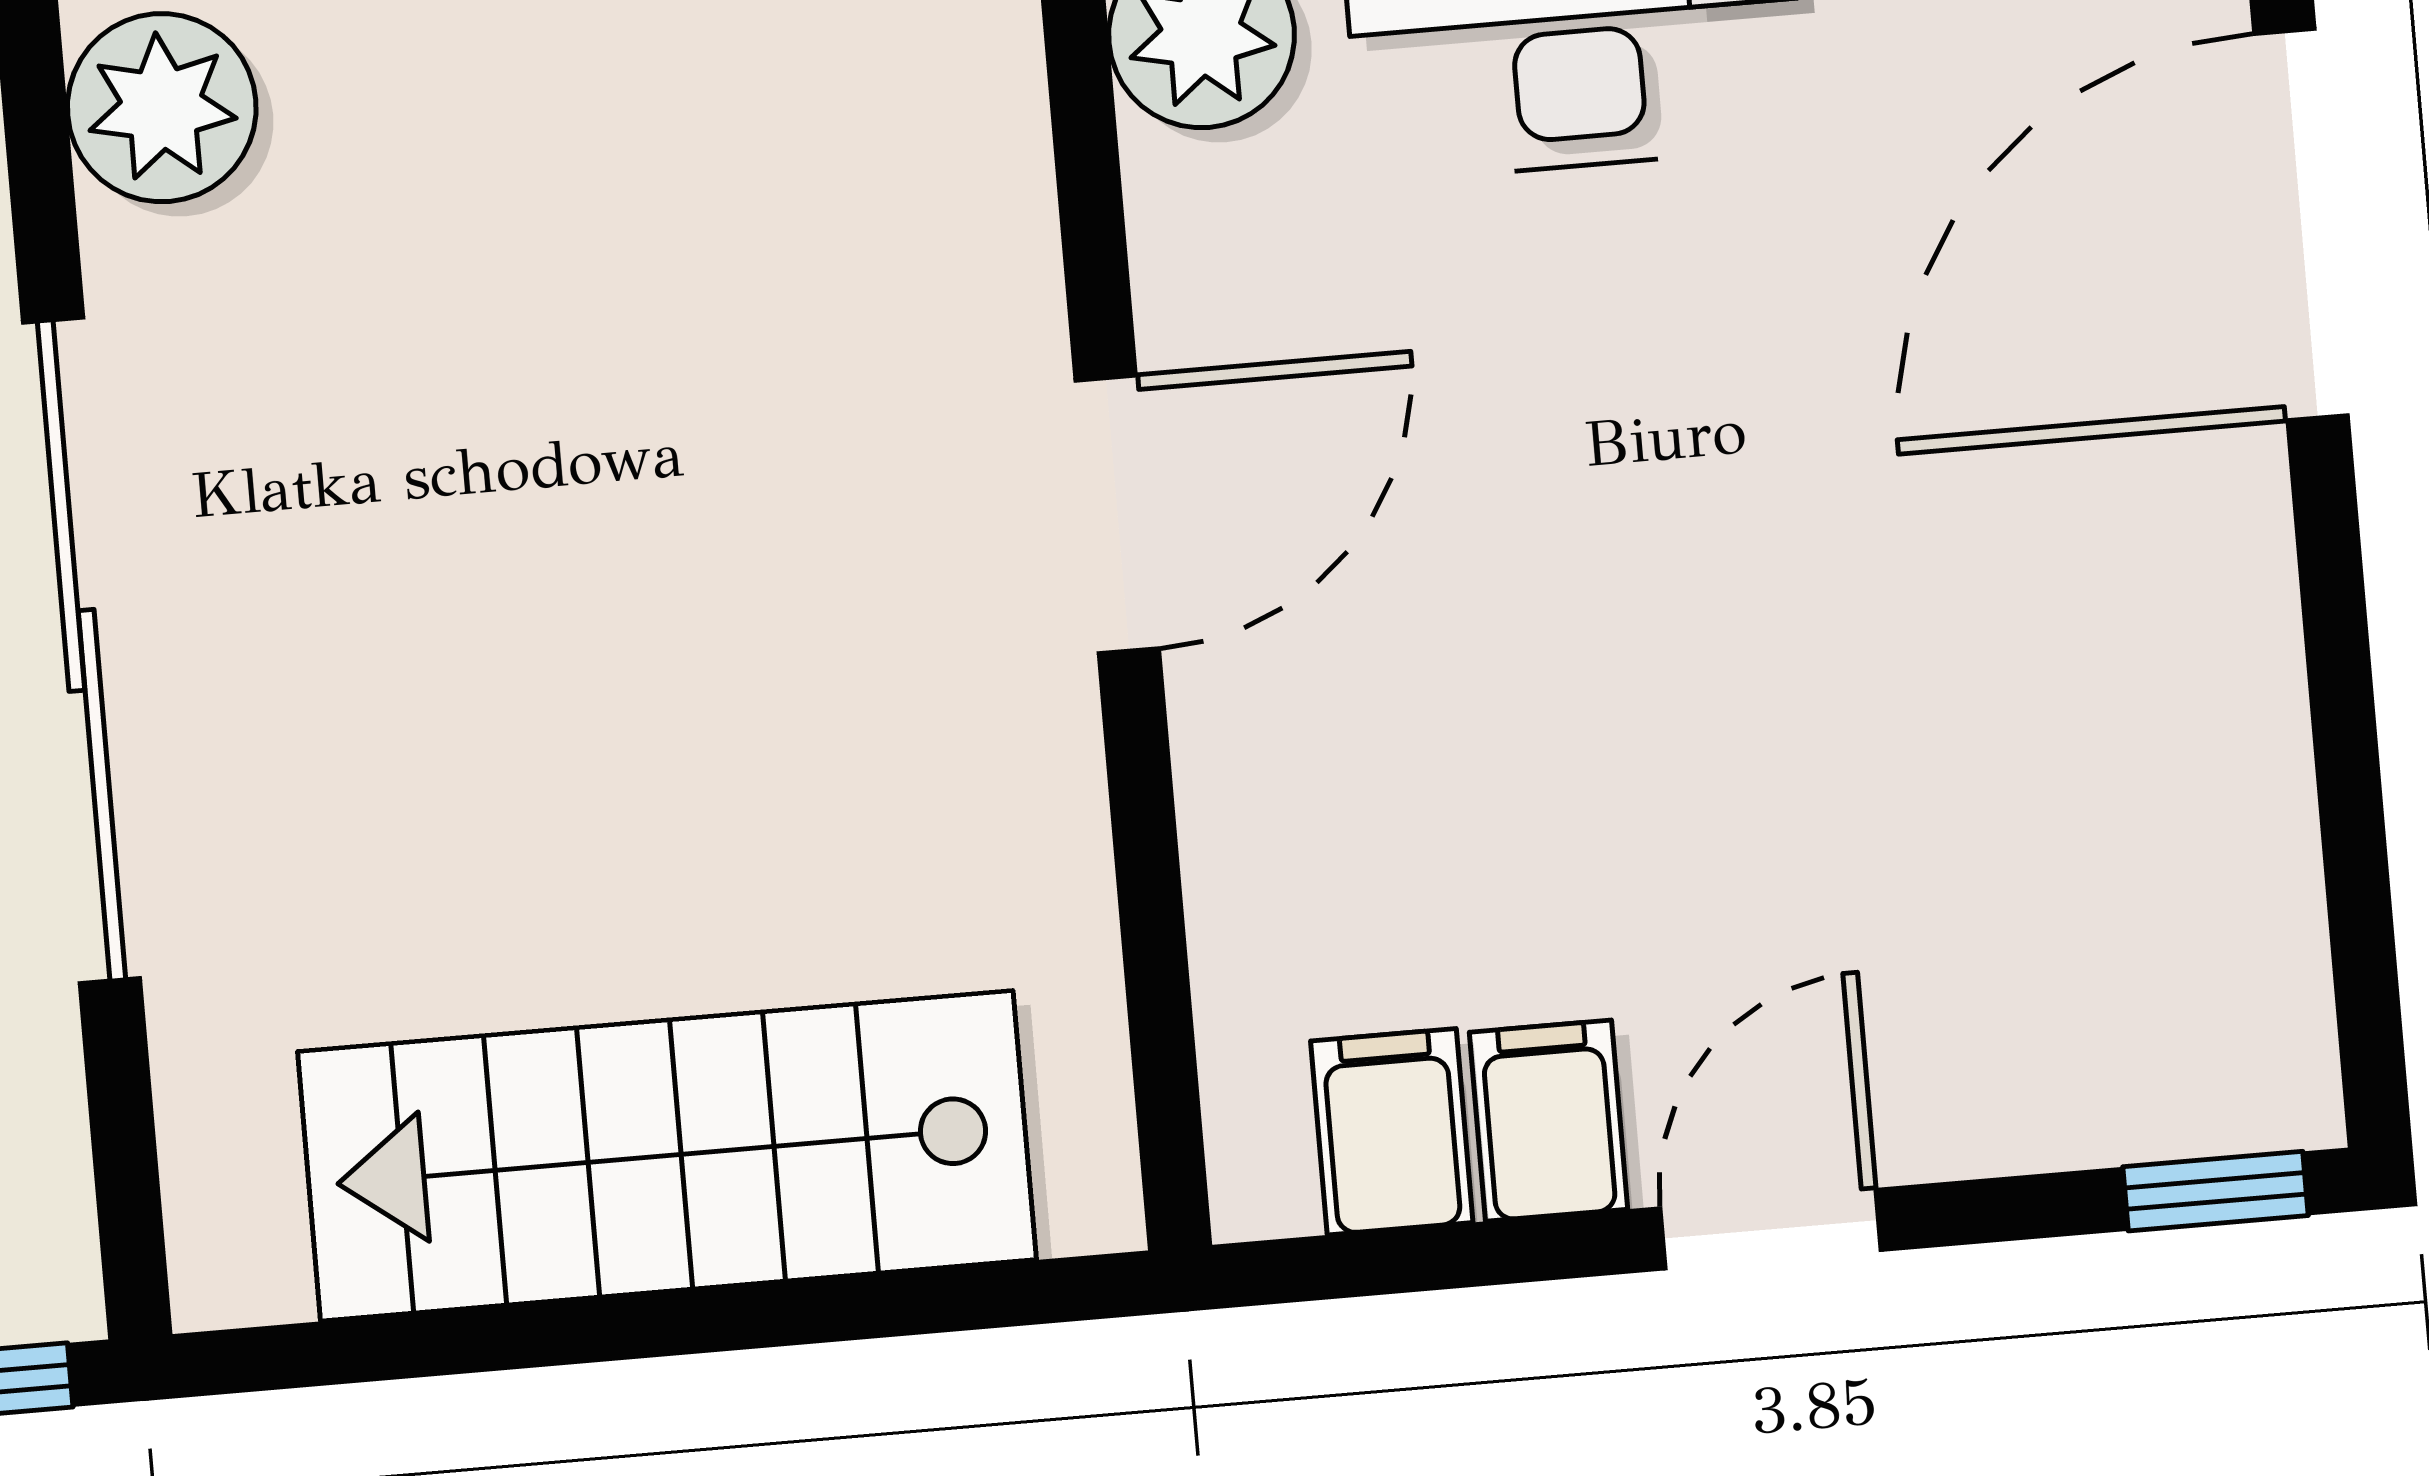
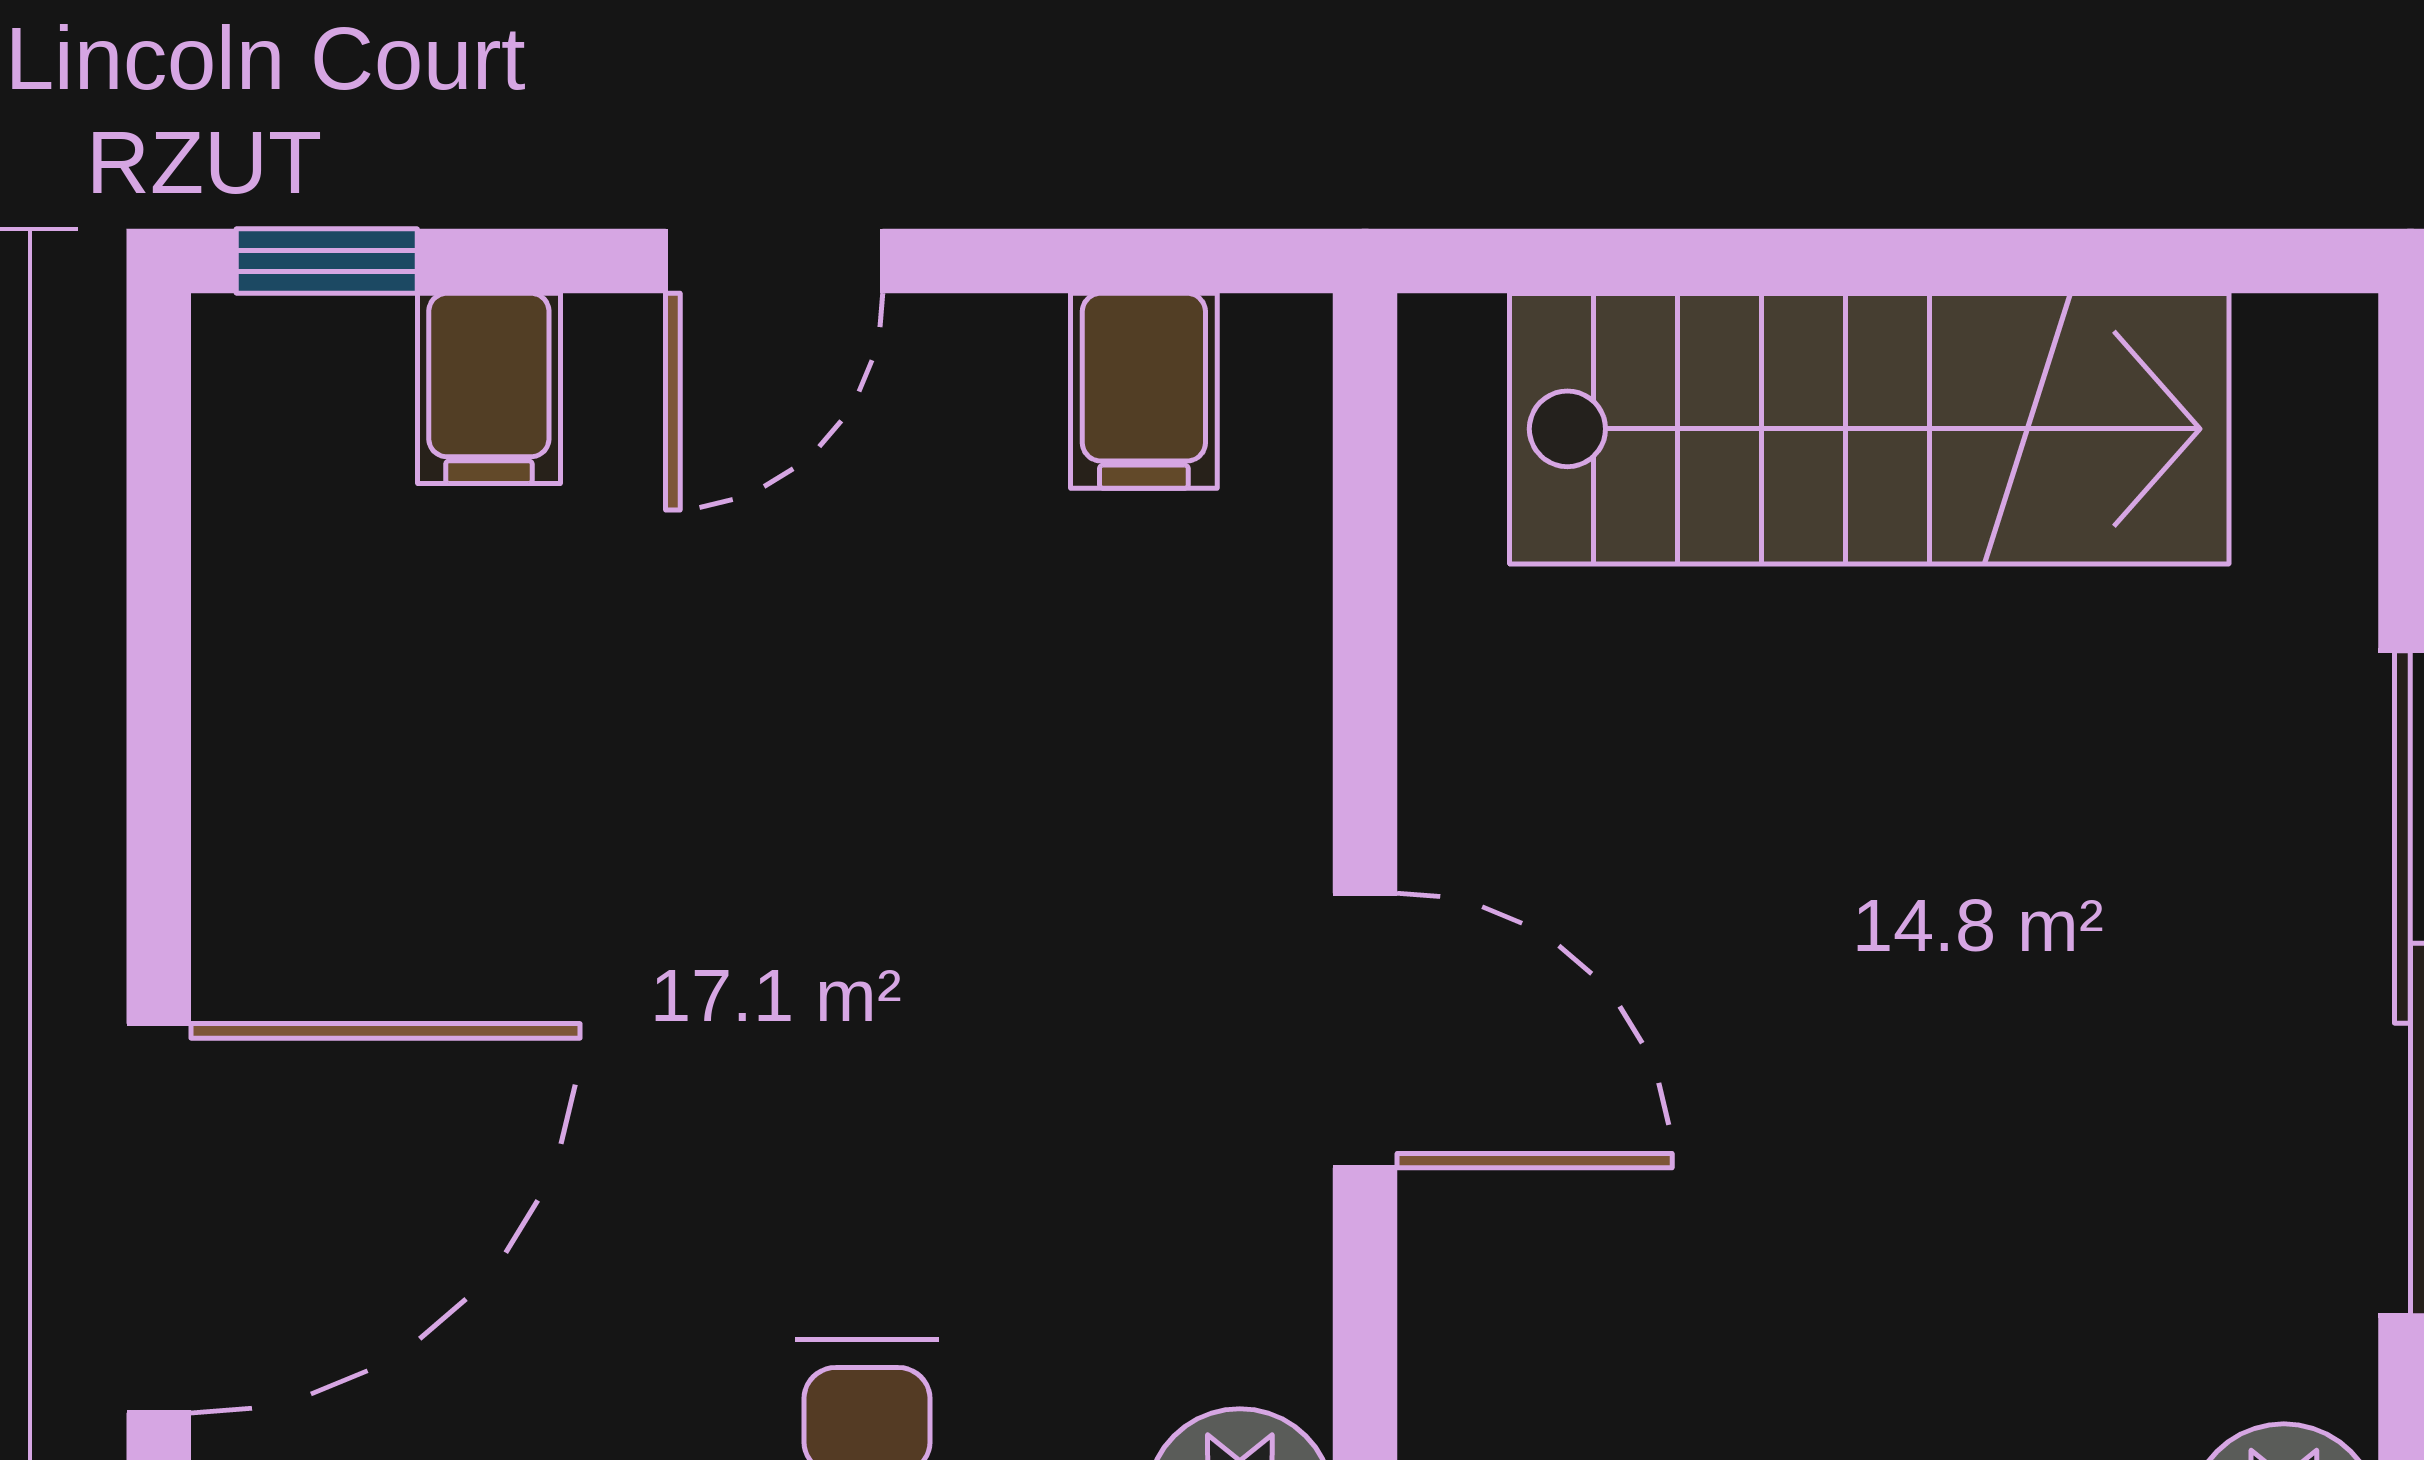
door: (1117, 514) -> (1365, 1031), swing flipped
filing cabinet: (1549, 1121) -> (489, 388), moved

